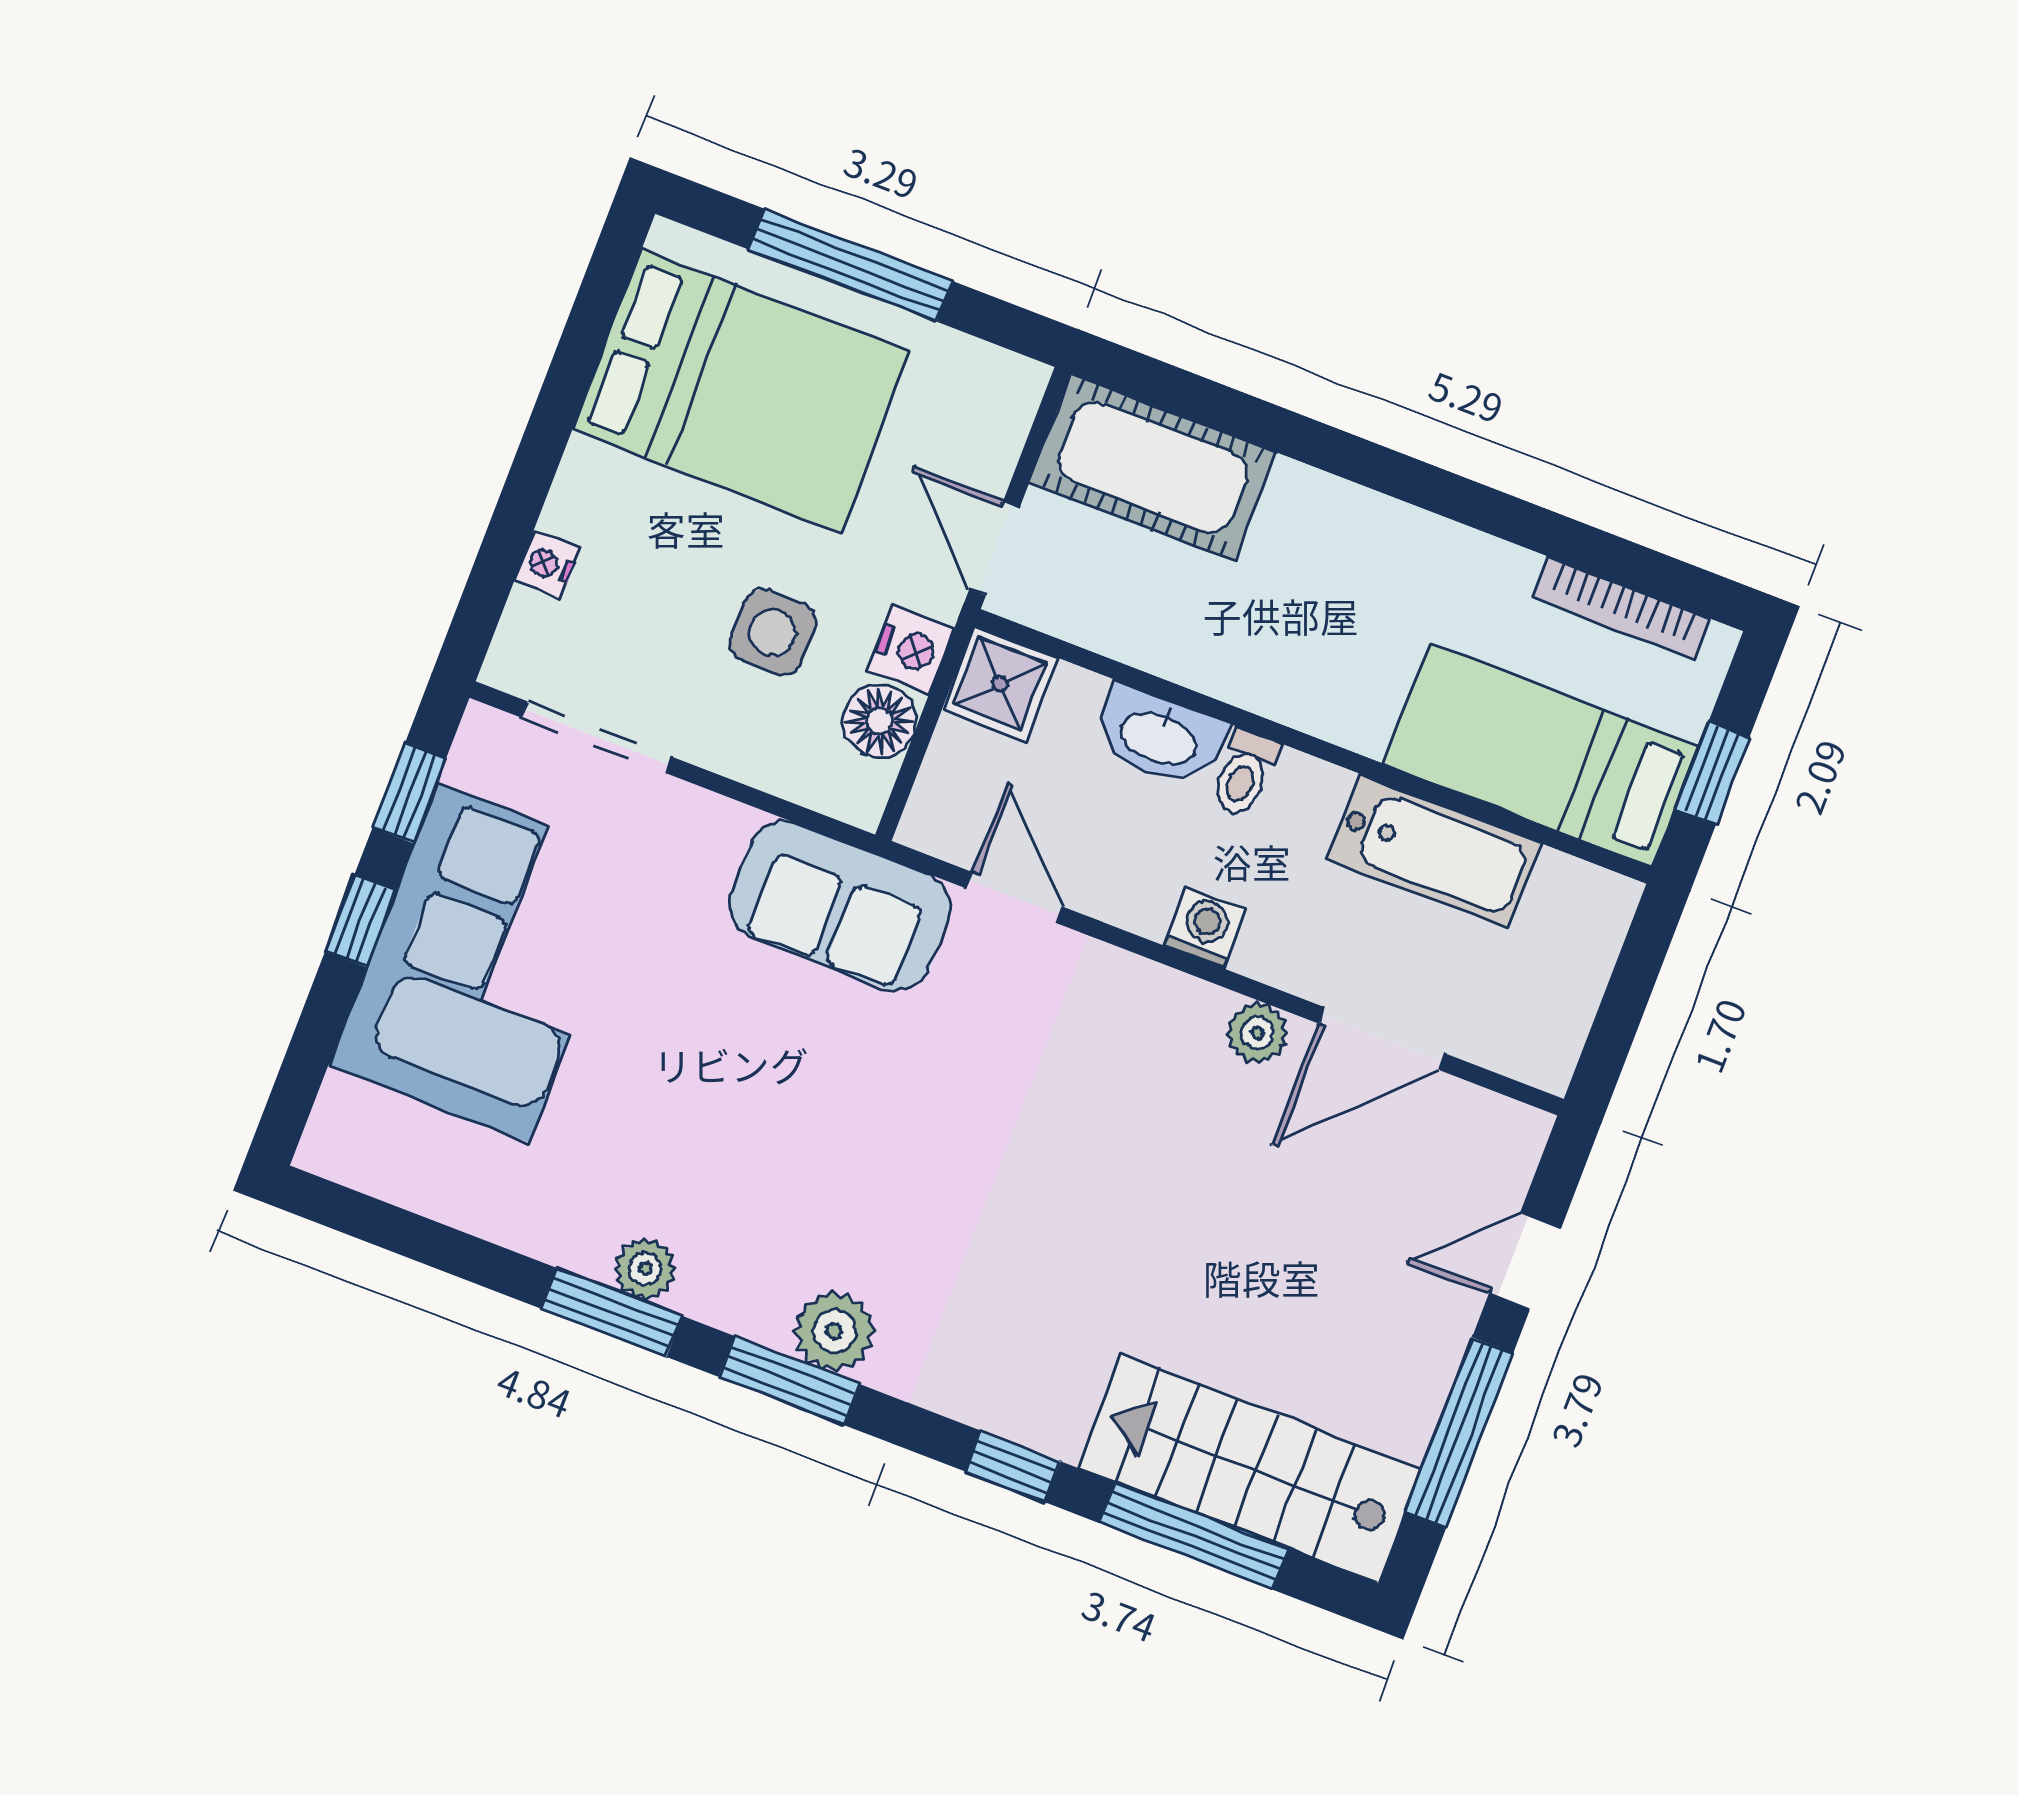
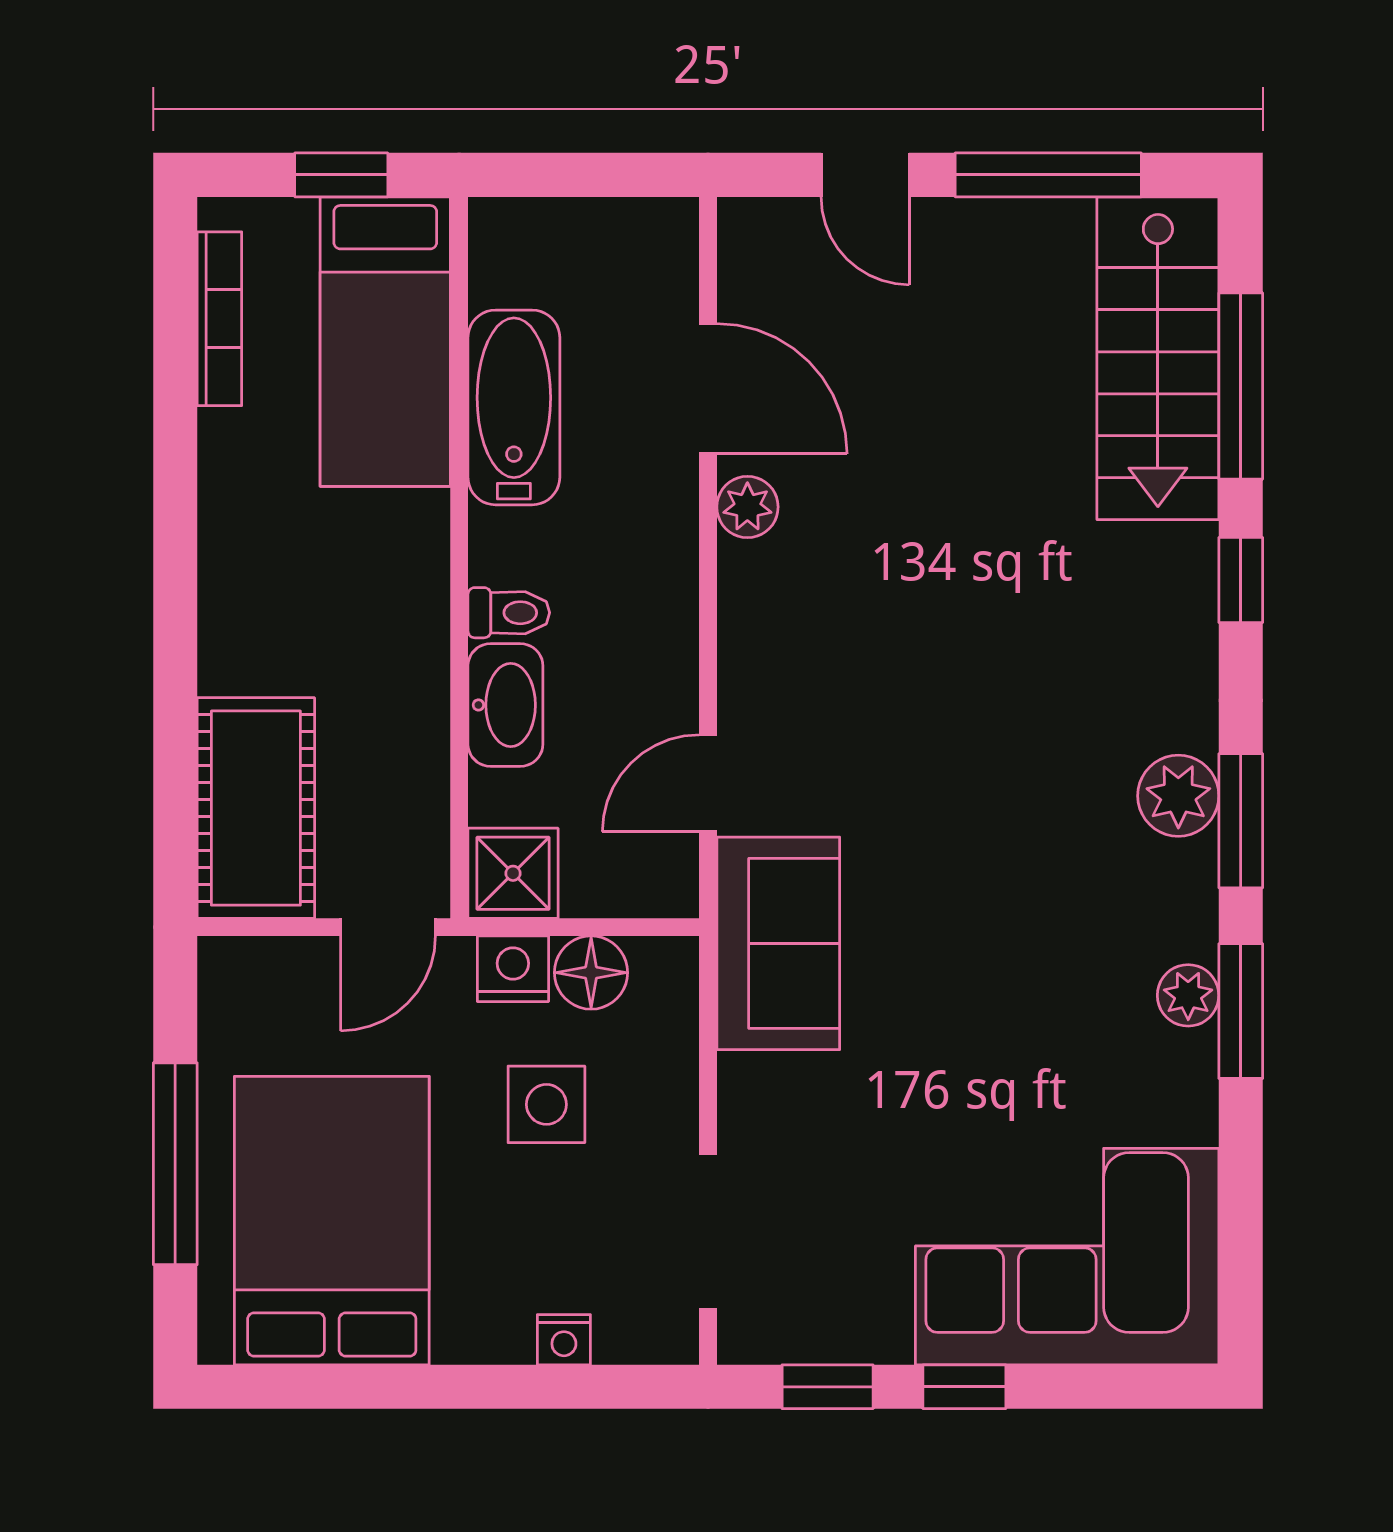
washing machine: (1205, 927) -> (667, 594), removed
corner sofa: (483, 963) -> (1067, 1257), moved

